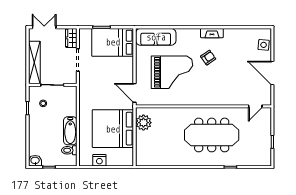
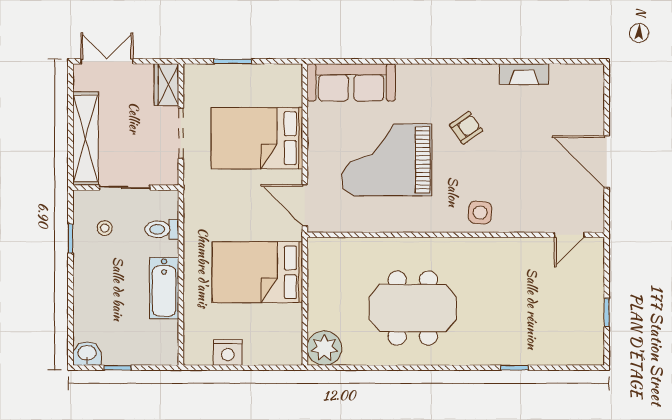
fireplace: (212, 33) -> (524, 74), moved
bed: (113, 42) -> (257, 138), moved
side table: (264, 45) -> (480, 213), moved
grand piano: (172, 72) -> (387, 160), turned 180
plant: (143, 123) -> (324, 348), moved
bed: (113, 129) -> (257, 272), width x0.73
meeting table: (212, 135) -> (413, 308), moved, width x0.73
toilet: (69, 150) -> (162, 229), moved

